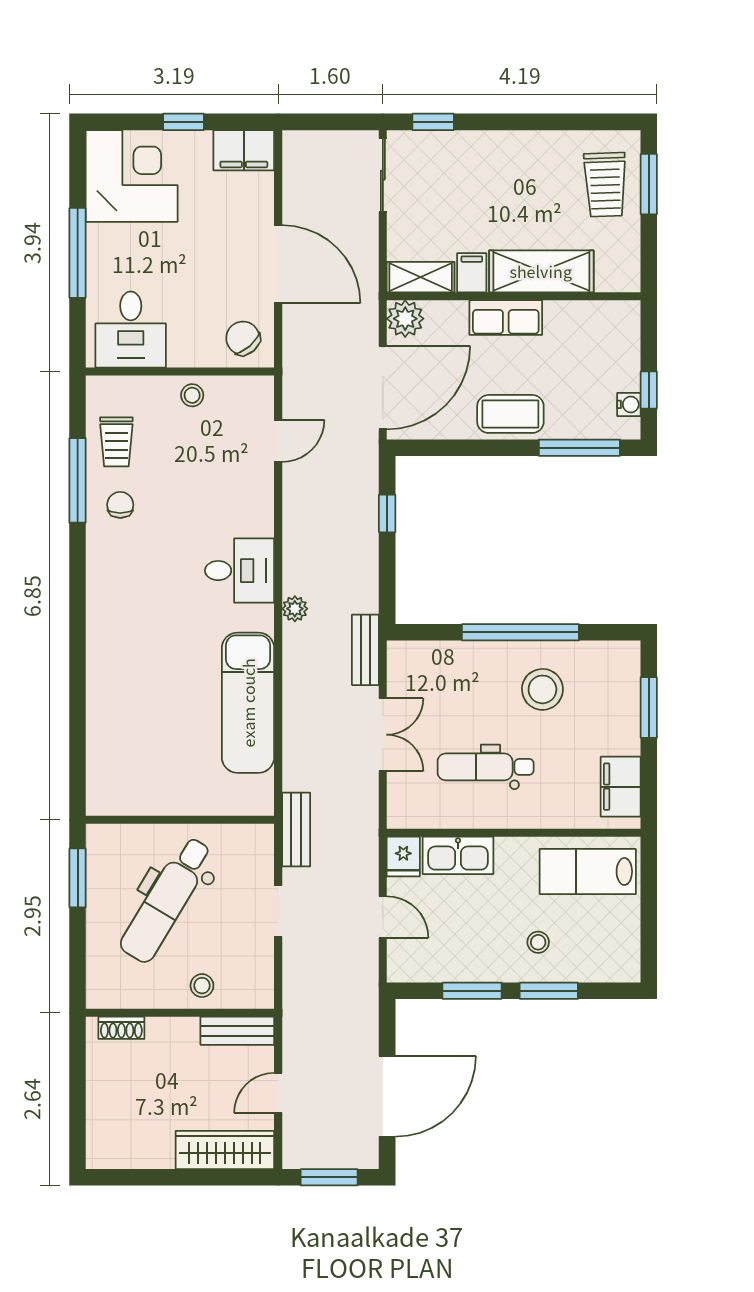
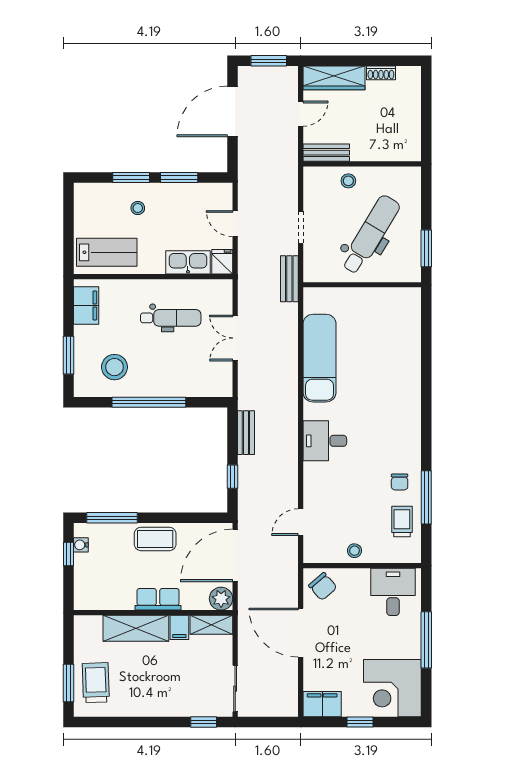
plant: (295, 609) -> (290, 417), removed
bench: (365, 650) -> (246, 433), moved
stool: (542, 689) -> (114, 367), moved
shoe rack: (121, 1028) -> (381, 73), moved, turned 180

